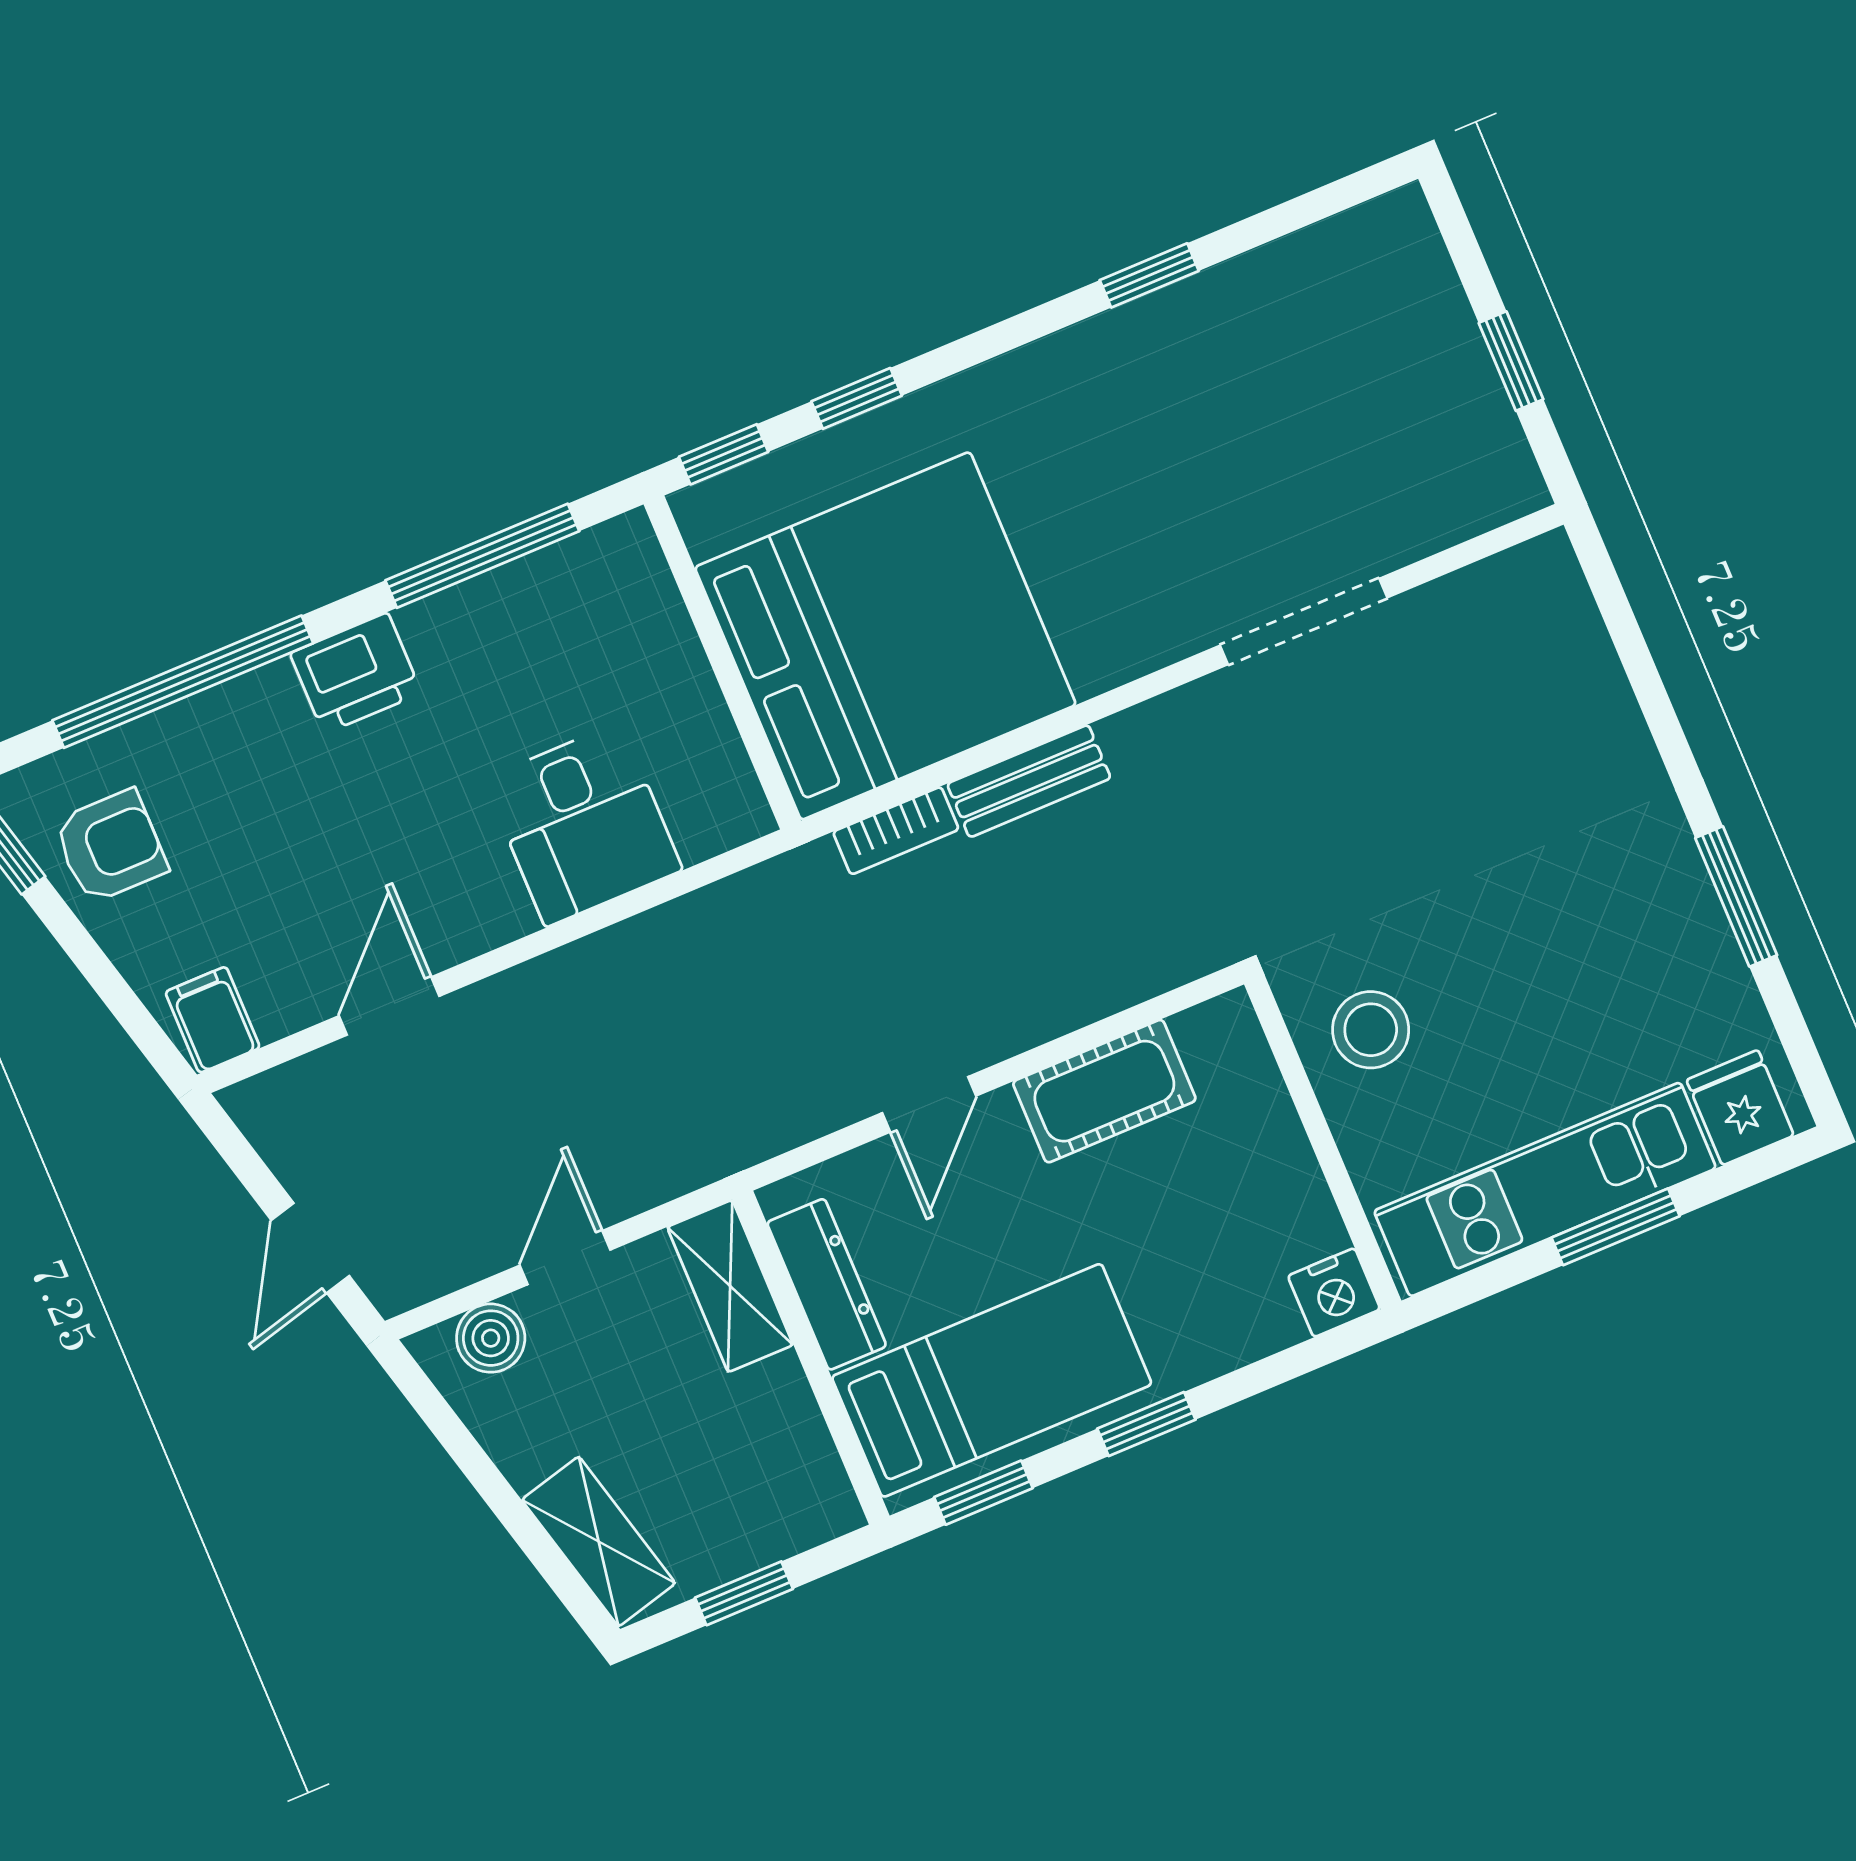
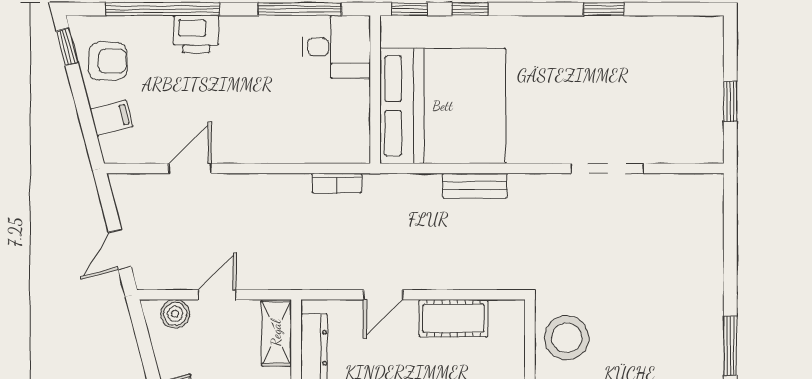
printer: (356, 673) -> (196, 34), moved
desk: (583, 824) -> (336, 47), moved, turned -90
bookcase: (896, 831) -> (337, 183), moved
filing cabinet: (213, 1020) -> (111, 118), moved, turned 75
stool: (1371, 1030) -> (567, 338), width x1.38, depth x1.38

